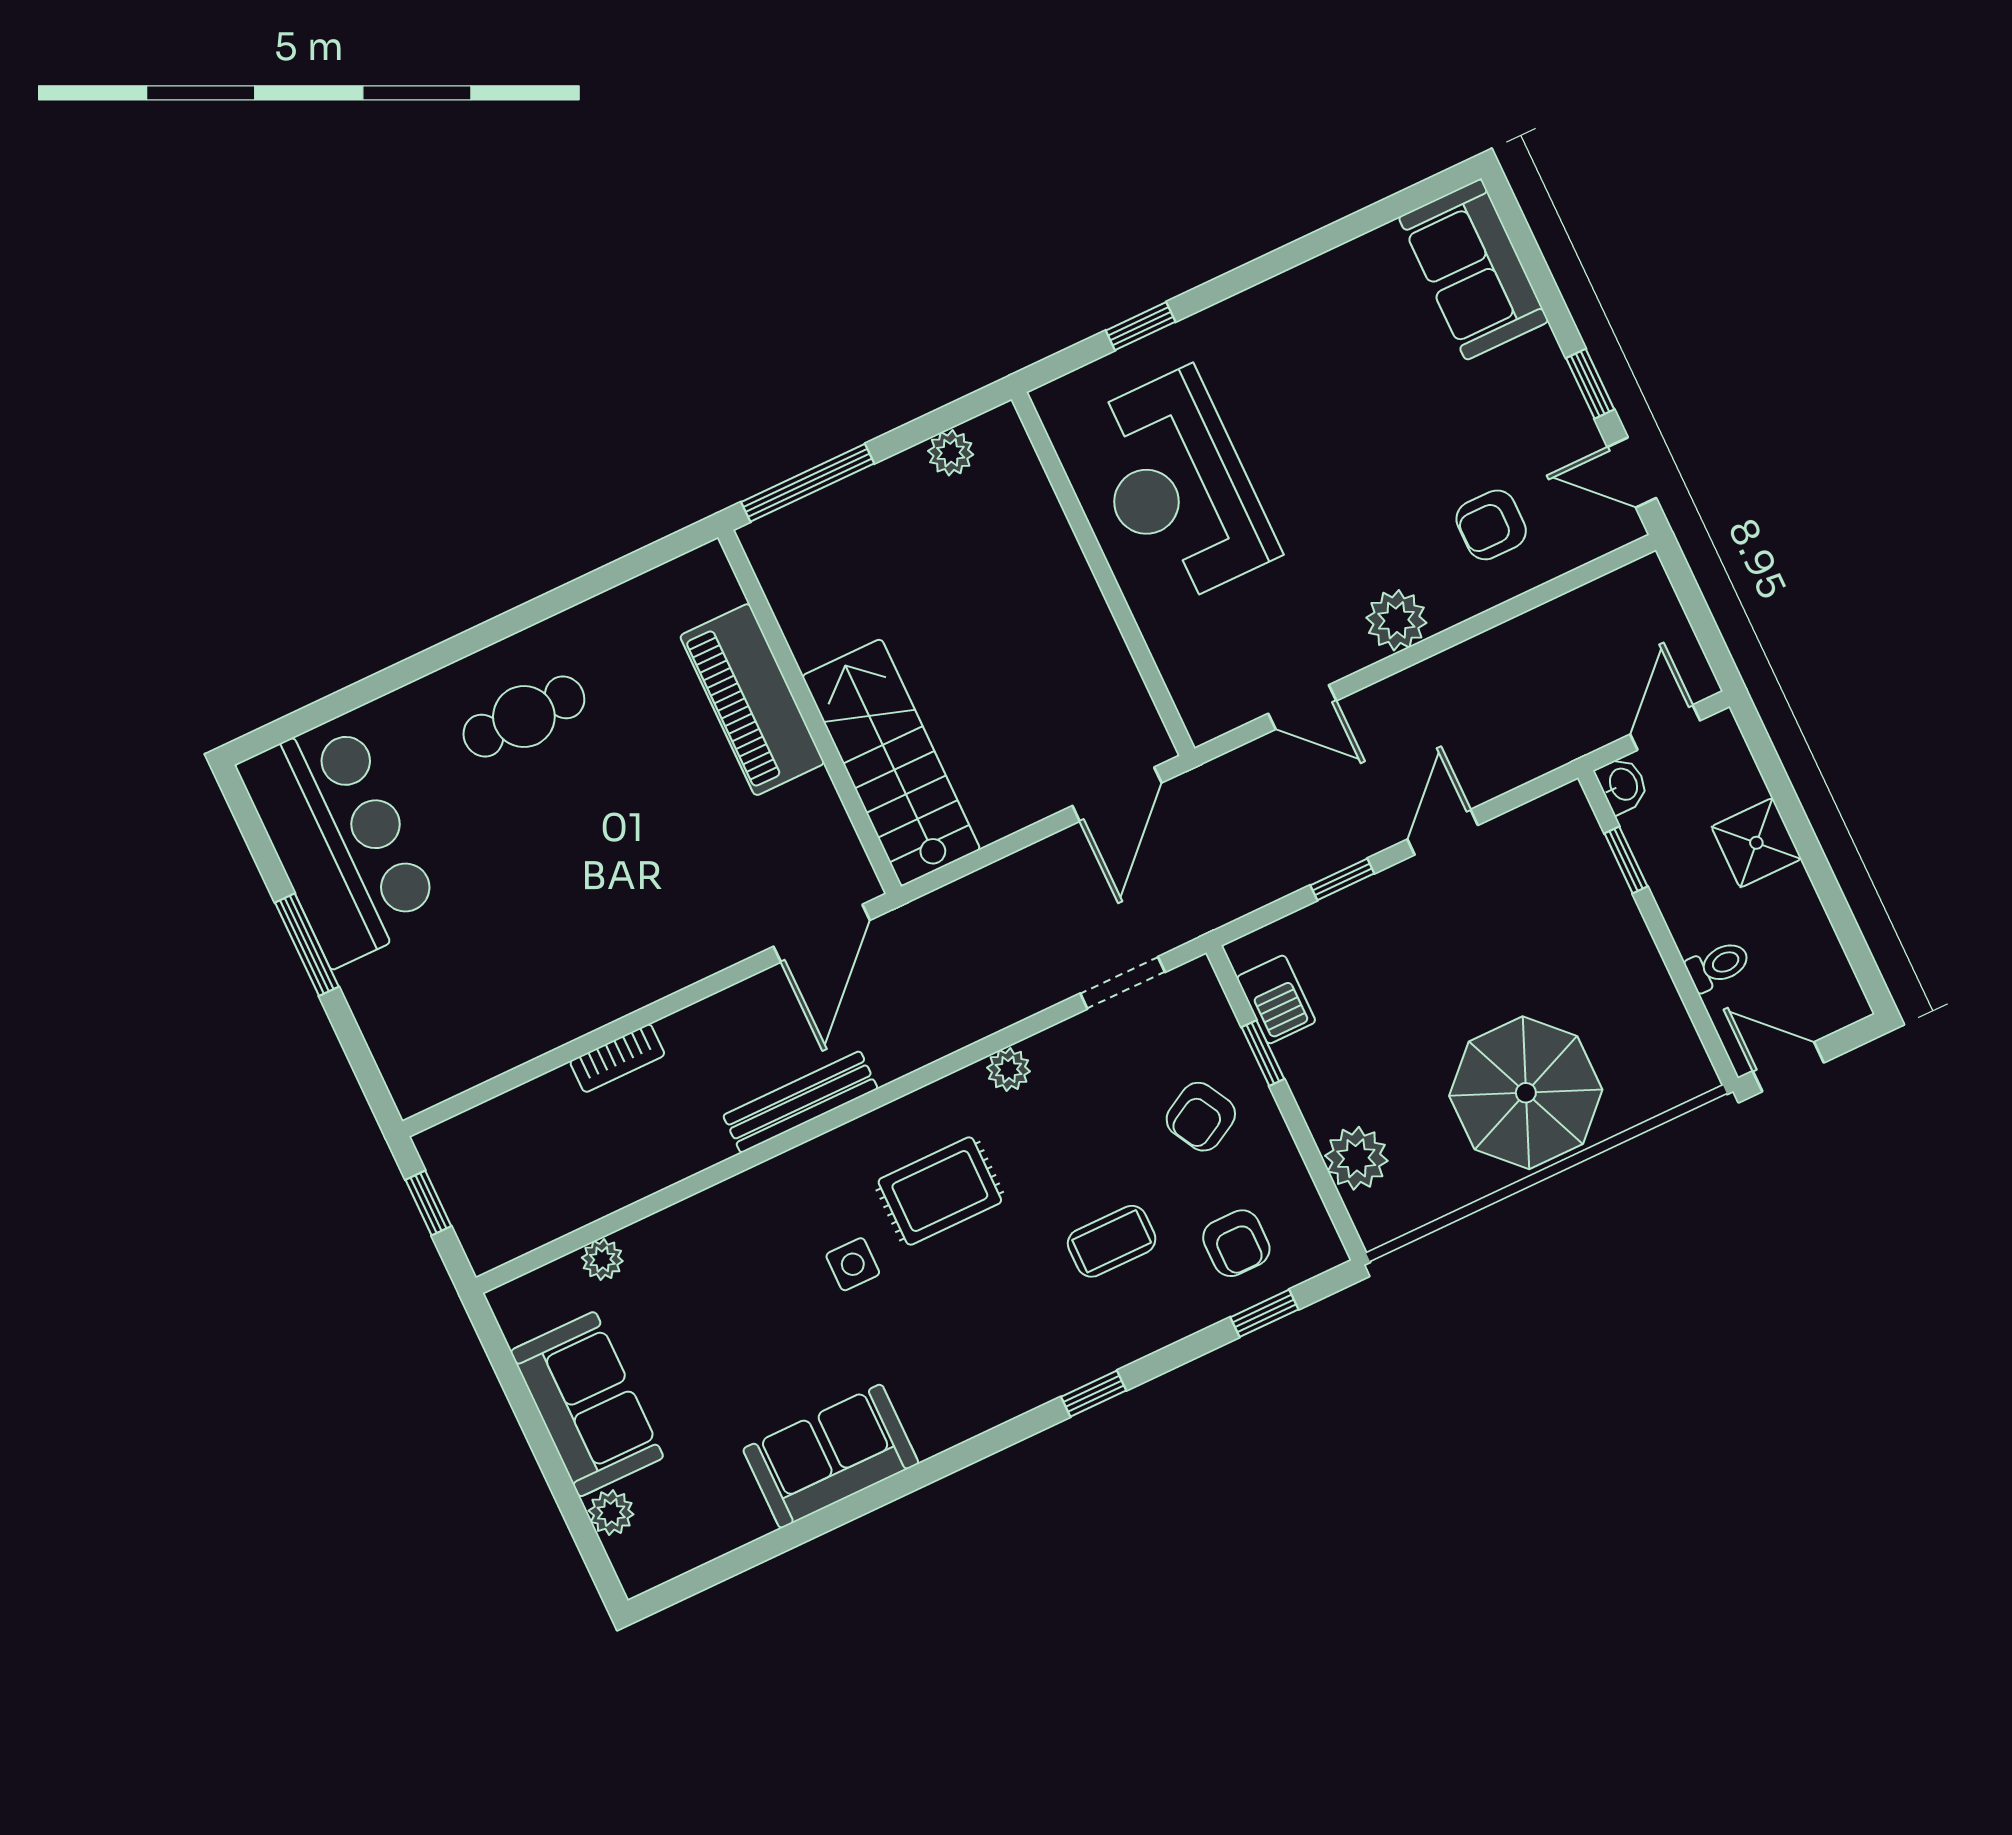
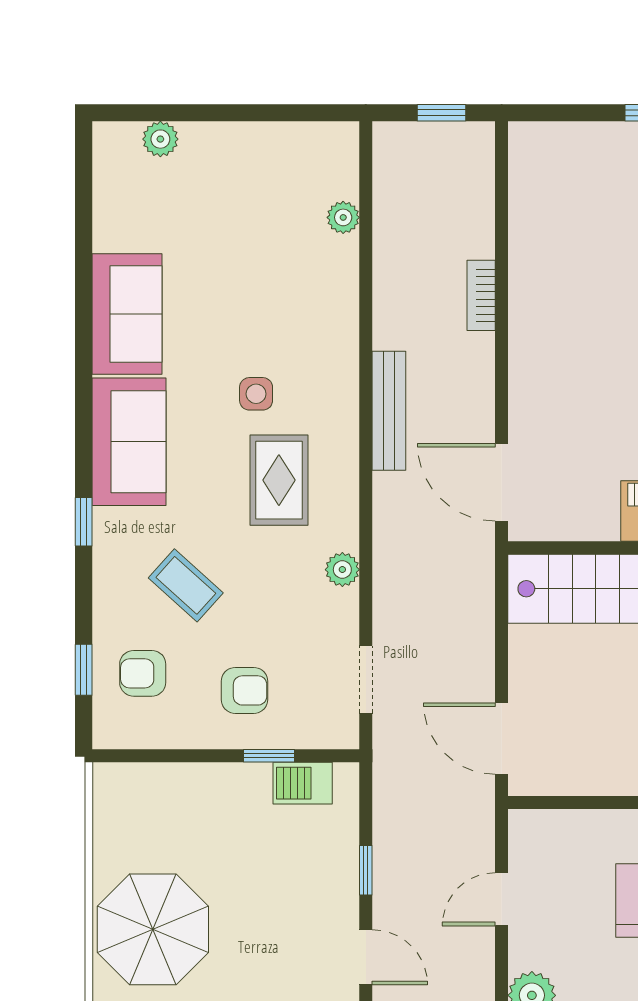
armchair: (1201, 1117) -> (245, 690), turned 119
plant: (1356, 1158) -> (163, 787), removed
coffee table: (1112, 1241) -> (186, 585), turned -48
sofa: (587, 1404) -> (129, 442), moved, turned -90

